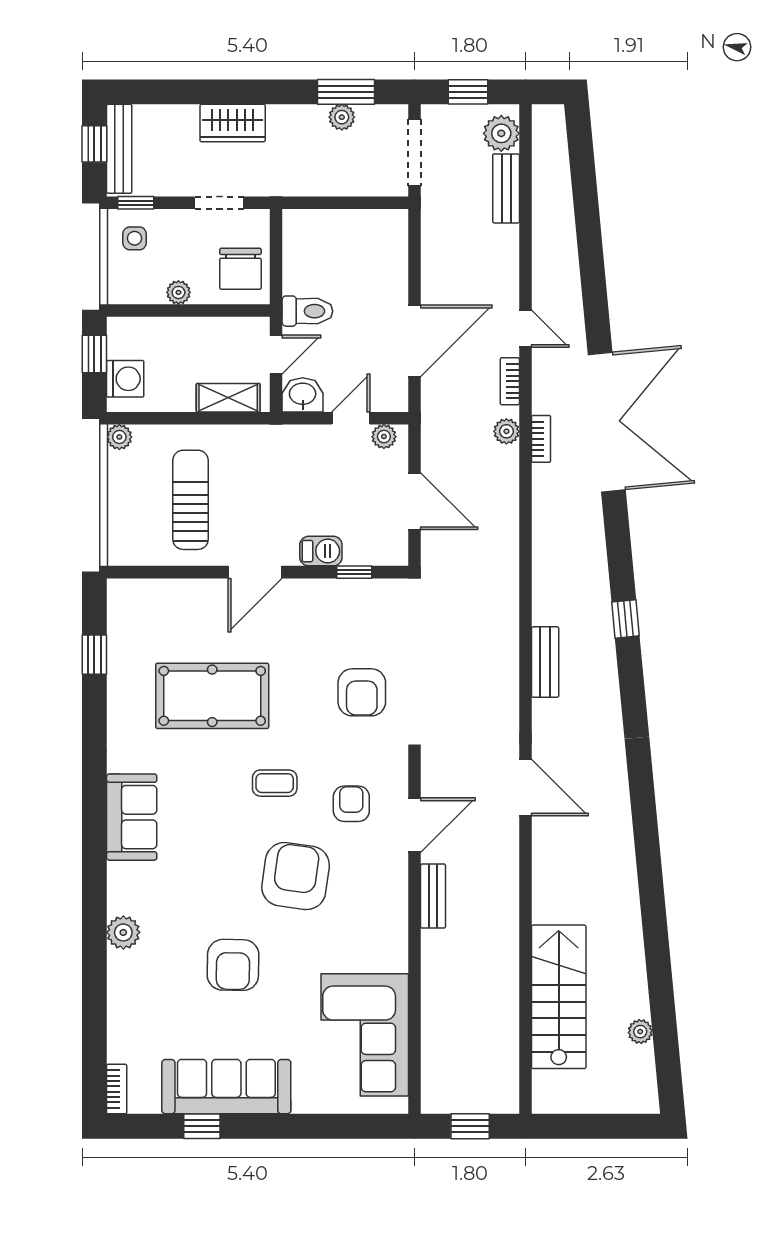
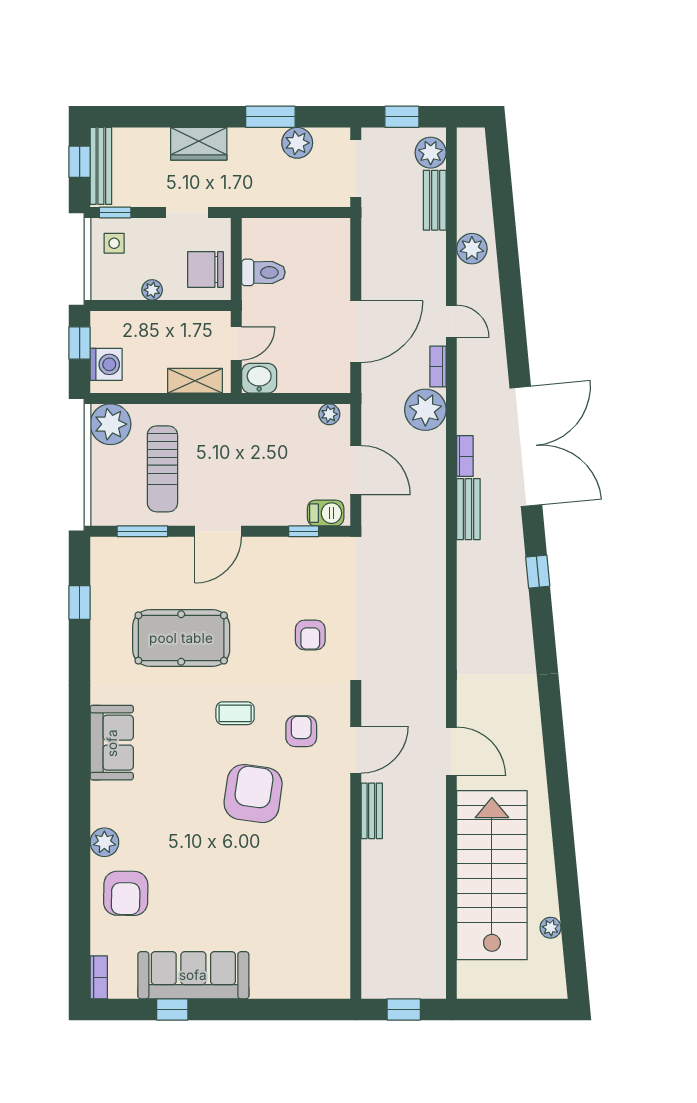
window: (346, 92) -> (270, 117), moved
plant: (342, 117) -> (297, 143), width x1.38, depth x1.38
plant: (549, 245) -> (472, 249), added
chair: (240, 269) -> (206, 269), turned 90
toilet: (307, 311) -> (263, 272), moved
door: (351, 418) -> (301, 398), removed
double door: (607, 422) -> (526, 446), moved
plant: (506, 431) -> (425, 410), width x1.87, depth x1.87
plant: (119, 437) -> (111, 424), width x1.87, depth x1.87
bookcase: (541, 439) -> (465, 456), moved
sun lounger: (191, 500) -> (162, 469), turned 180
barbecue: (321, 551) -> (326, 513), moved
window: (167, 572) -> (142, 531), added
bench: (545, 662) -> (468, 509), moved
armchair: (362, 692) -> (310, 635), width x0.72, depth x0.72
door: (525, 788) -> (451, 751), moved
armchair: (233, 965) -> (126, 893), moved
stairs: (559, 997) -> (492, 875), width x1.36, depth x1.51
corner sofa: (365, 1035) -> (313, 931), removed

